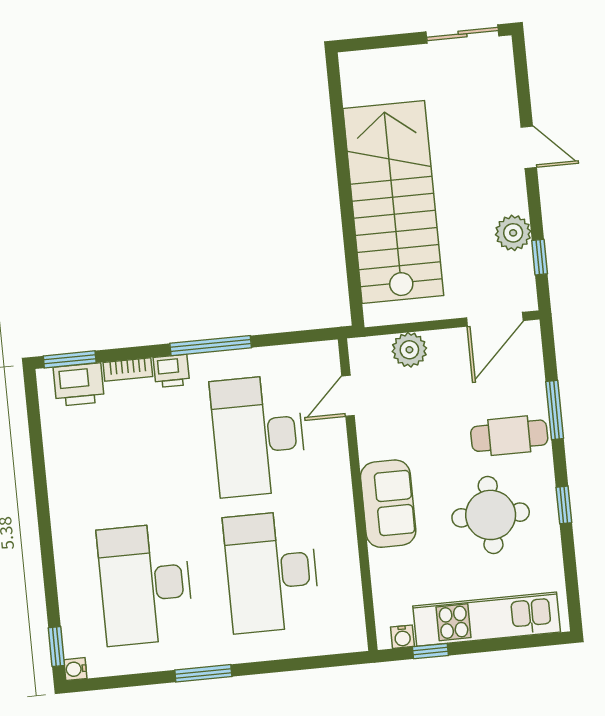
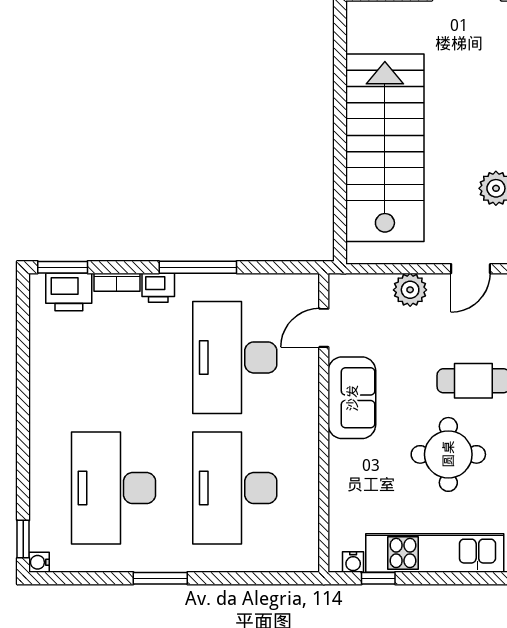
door: (495, 319) -> (471, 269), width x0.73
plant: (409, 350) -> (410, 290), moved
sofa: (388, 504) -> (352, 398), moved

